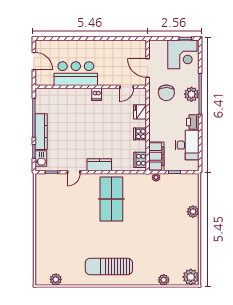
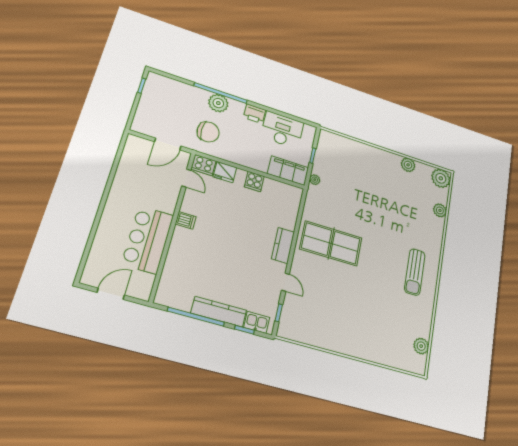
corner desk: (182, 54) -> (162, 96), removed
cooker: (140, 160) -> (203, 165), moved
plant: (193, 212) -> (408, 165), moved
sun lounger: (109, 266) -> (415, 272), width x0.73, depth x0.75

